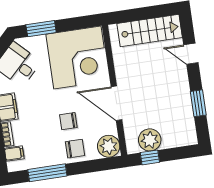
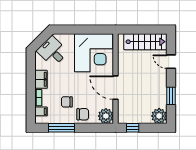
window: (41, 29) -> (72, 29), removed
chair: (68, 121) -> (67, 102), moved
plant: (150, 140) -> (159, 116), moved

